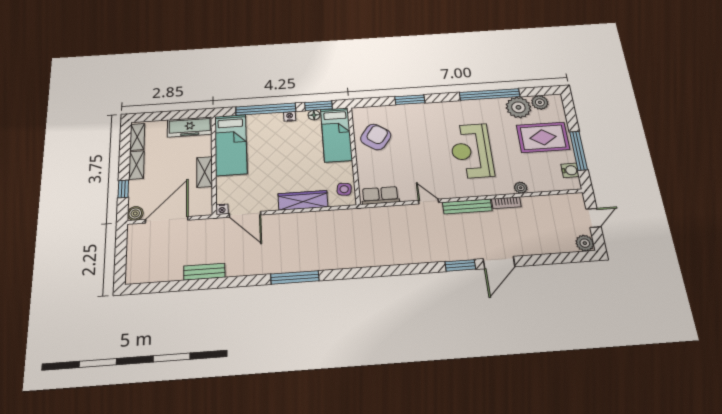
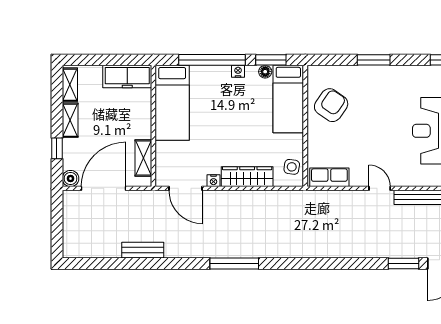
shelving: (205, 172) -> (143, 158), moved
nightstand: (222, 209) -> (214, 181), moved

